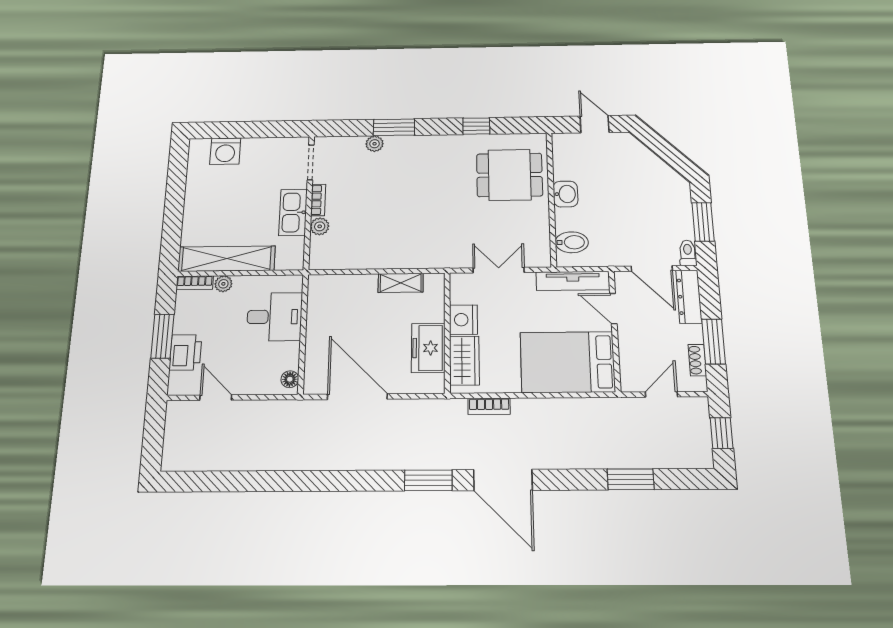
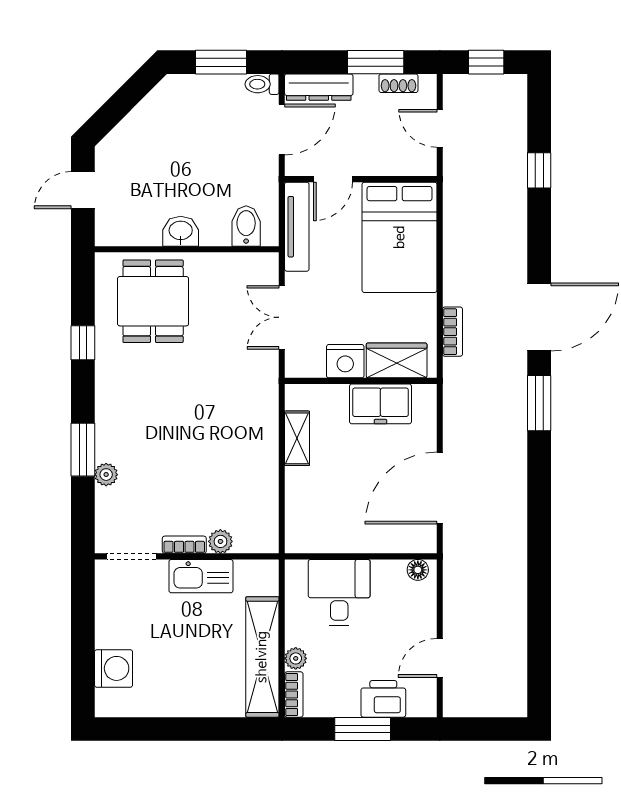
window: (631, 479) -> (539, 170), width x0.67

